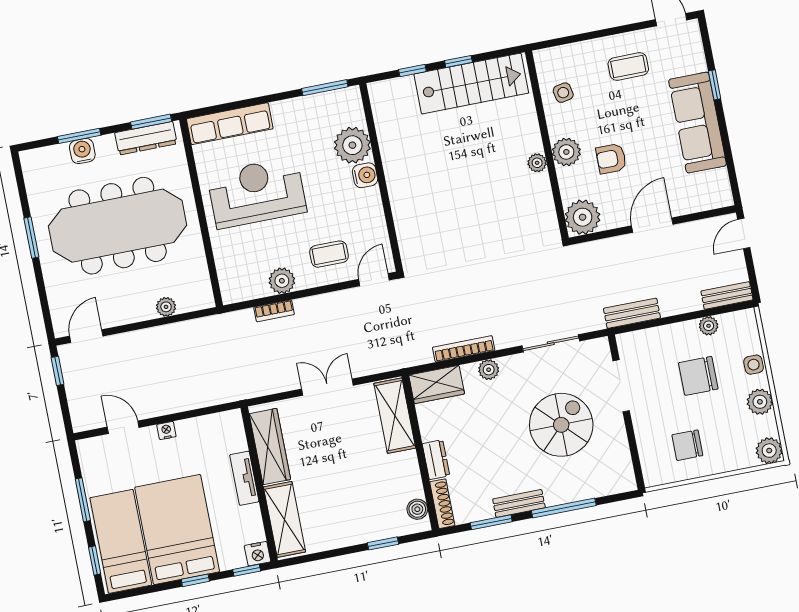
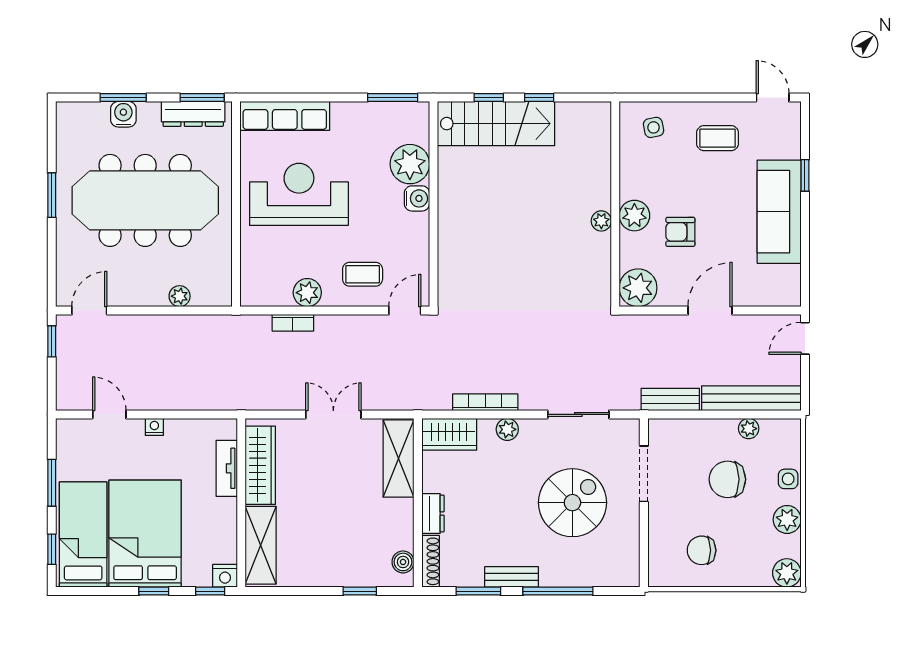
stairs: (471, 84) -> (496, 124), moved
side table: (563, 93) -> (654, 127), moved
bench: (727, 295) -> (751, 398), width x1.86, depth x1.21
tv unit: (244, 478) -> (227, 468), moved

